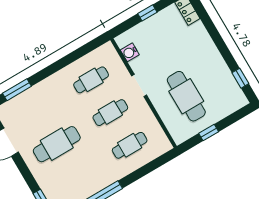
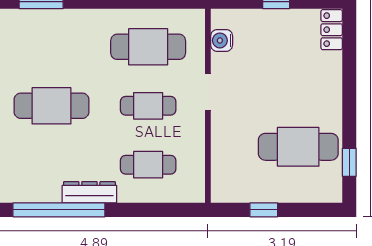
cafe table: (91, 80) -> (148, 47), width x1.37, depth x1.35
cafe table: (186, 96) -> (298, 147), moved, turned 90
dresser: (106, 180) -> (89, 192), added

